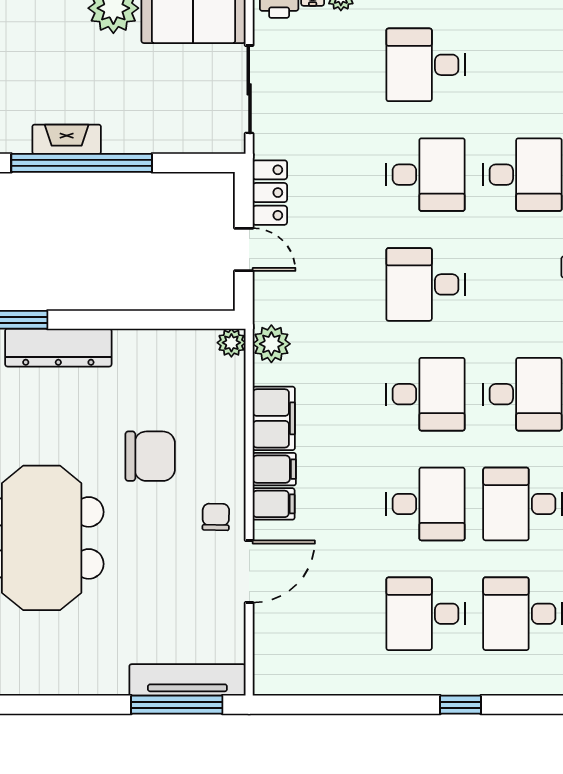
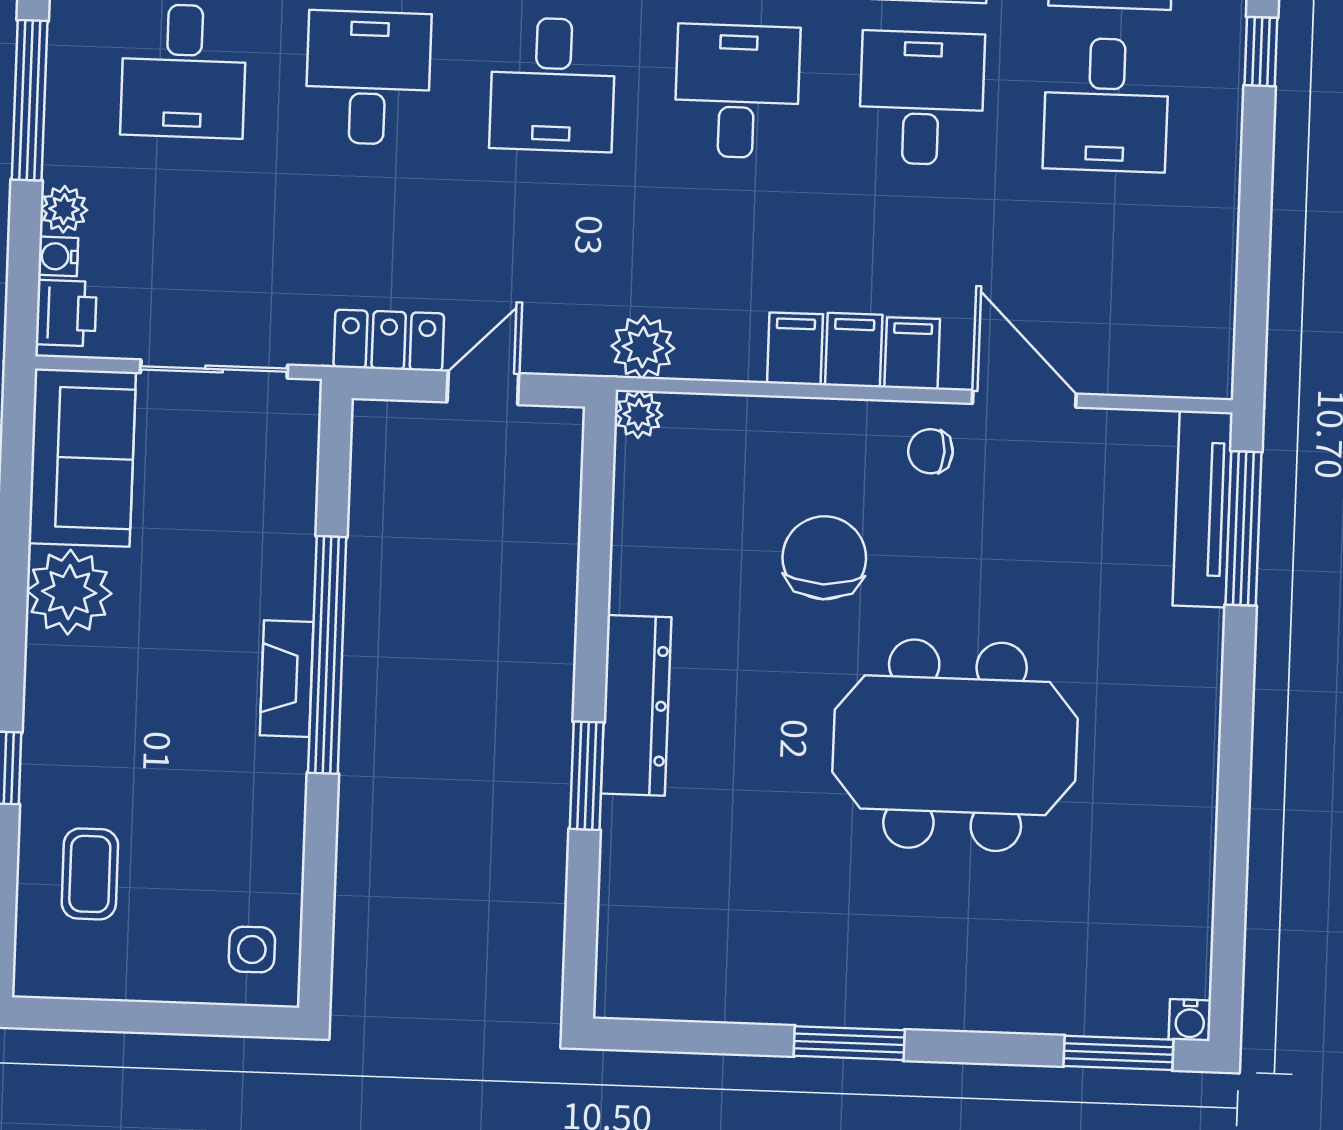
filing cabinet: (274, 418) -> (795, 349), width x0.50

